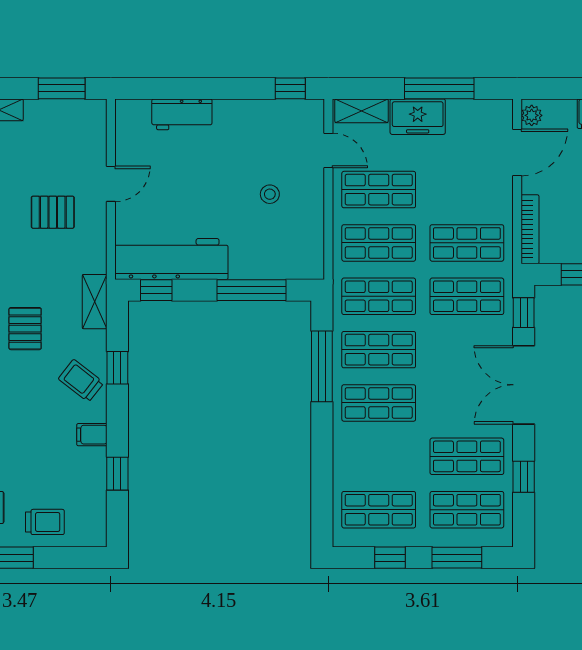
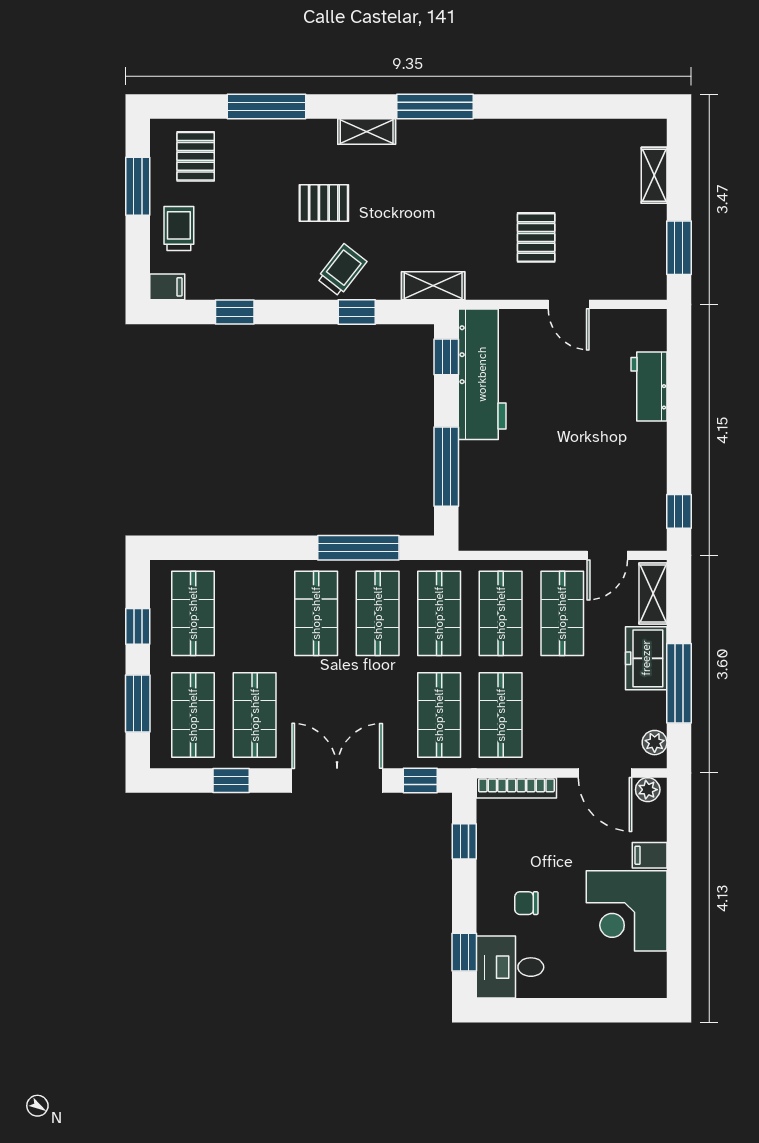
plant: (491, 109) -> (655, 743), added
stool: (270, 194) -> (557, 488), removed
pallet: (25, 329) -> (324, 203), moved
filing cabinet: (92, 435) -> (167, 287), moved, turned 90
trolley: (45, 522) -> (179, 228), turned 180

